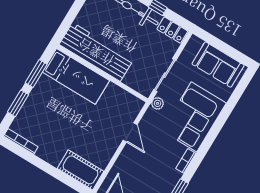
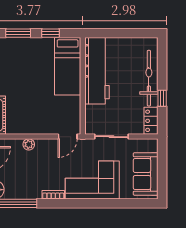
window: (36, 74) -> (51, 33), width x0.67
plant: (157, 103) -> (29, 144), moved
door: (130, 132) -> (68, 137), moved

